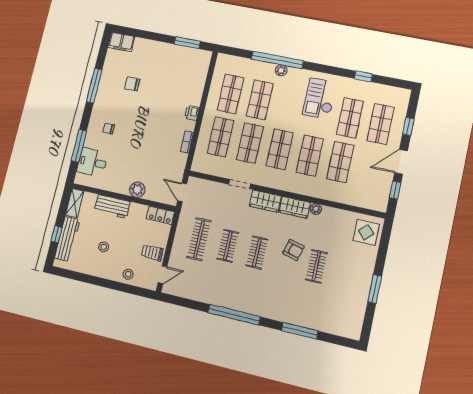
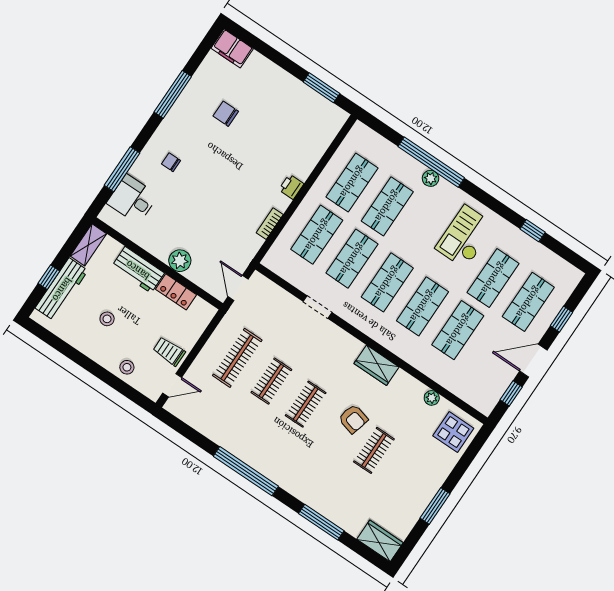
wardrobe: (265, 201) -> (380, 541), moved, turned 180
plant: (316, 209) -> (432, 398), moved
locker: (161, 215) -> (176, 292), moved

